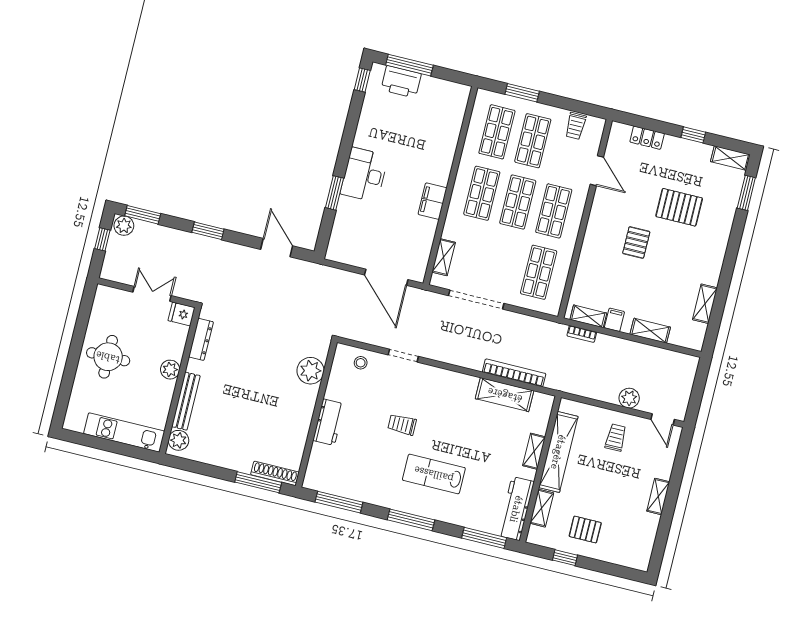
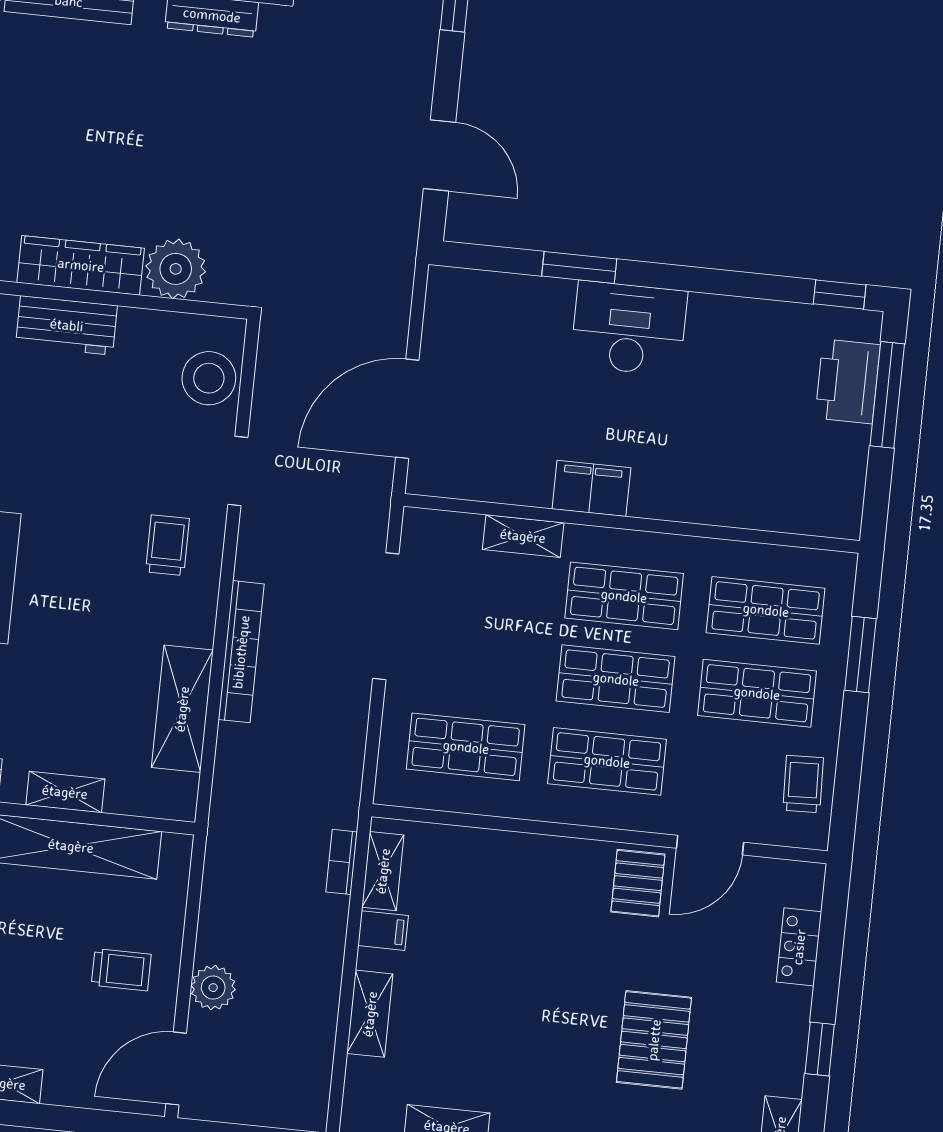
trolley: (576, 126) -> (803, 784), turned 88
pallet: (636, 242) -> (638, 883), moved, turned 90
door: (277, 248) -> (440, 155), hinge flipped
shelving: (444, 257) -> (523, 536), moved
stool: (361, 363) -> (209, 378), width x1.89, depth x1.89
bookcase: (514, 373) -> (241, 652), moved
wardrobe: (303, 412) -> (81, 265), added
door: (663, 419) -> (176, 1069), width x1.38
trolley: (402, 425) -> (167, 545), moved

